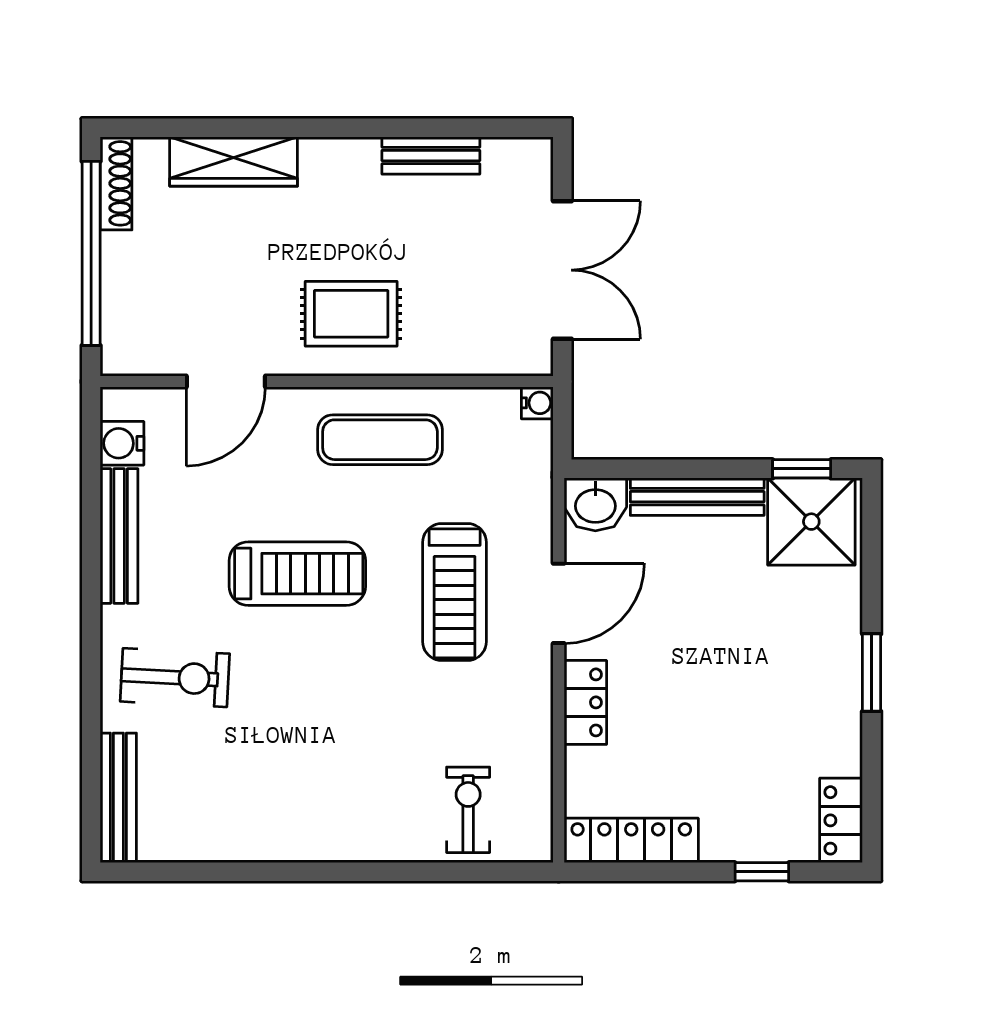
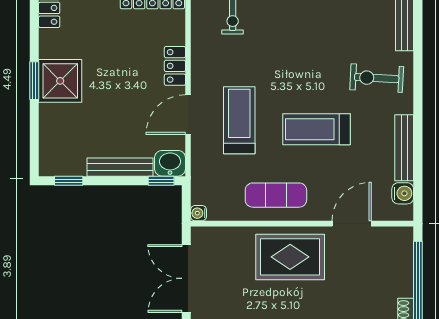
rug: (351, 314) -> (290, 257), width x1.36, depth x1.43
window: (613, 469) -> (161, 181), added
shower: (811, 522) -> (60, 81), moved

